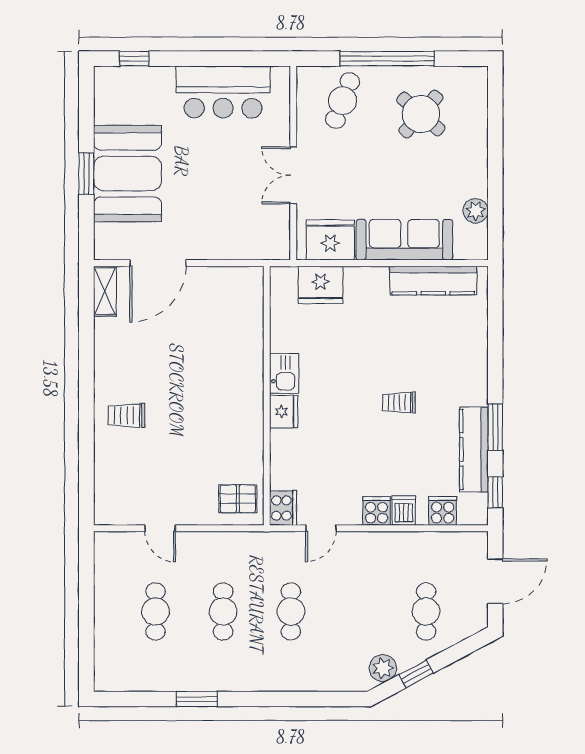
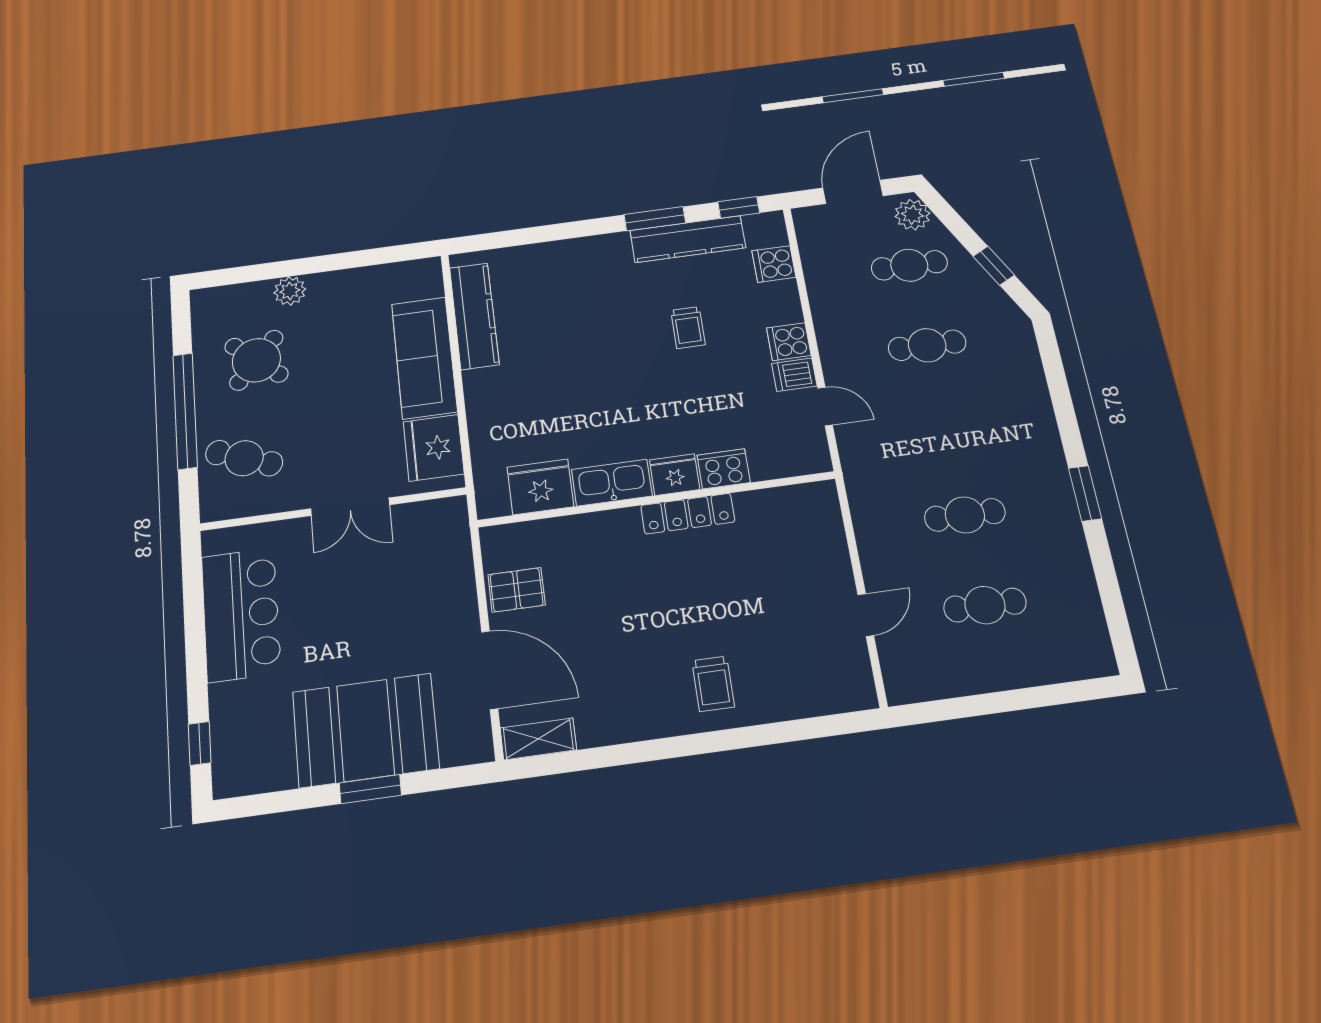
plant: (476, 211) -> (290, 291), moved
fridge: (321, 285) -> (540, 487), moved, turned -90
kitchen sink: (284, 373) -> (612, 483), width x1.38
trolley: (399, 402) -> (688, 328), moved
locker: (253, 417) -> (688, 514), added
pallet: (238, 499) -> (517, 590), moved, turned 90
cooker: (283, 508) -> (724, 469), moved
dishwasher: (404, 510) -> (794, 375), moved
door: (495, 581) -> (853, 192), hinge flipped
cafe table: (291, 611) -> (927, 345), moved
plant: (383, 668) -> (912, 215), moved
window: (197, 699) -> (1085, 493), moved

